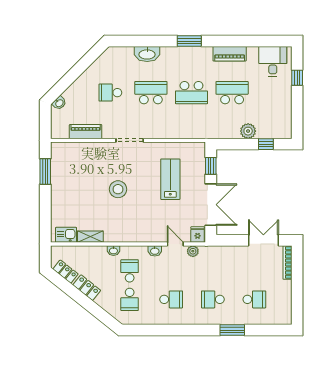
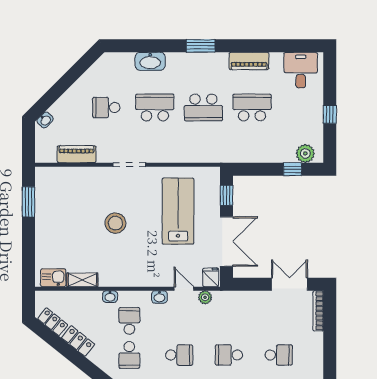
window: (297, 78) -> (330, 114), moved
plant: (248, 131) -> (305, 154), moved
lab bench: (170, 179) -> (178, 211), width x1.36, depth x1.39

